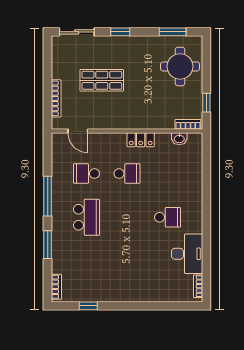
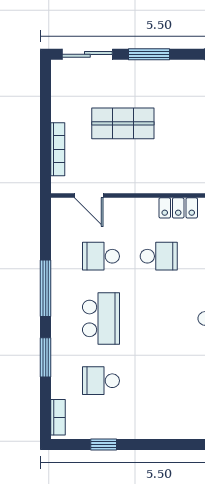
window: (120, 32) -> (149, 54), width x1.50
school desk: (86, 261) -> (101, 381), added

